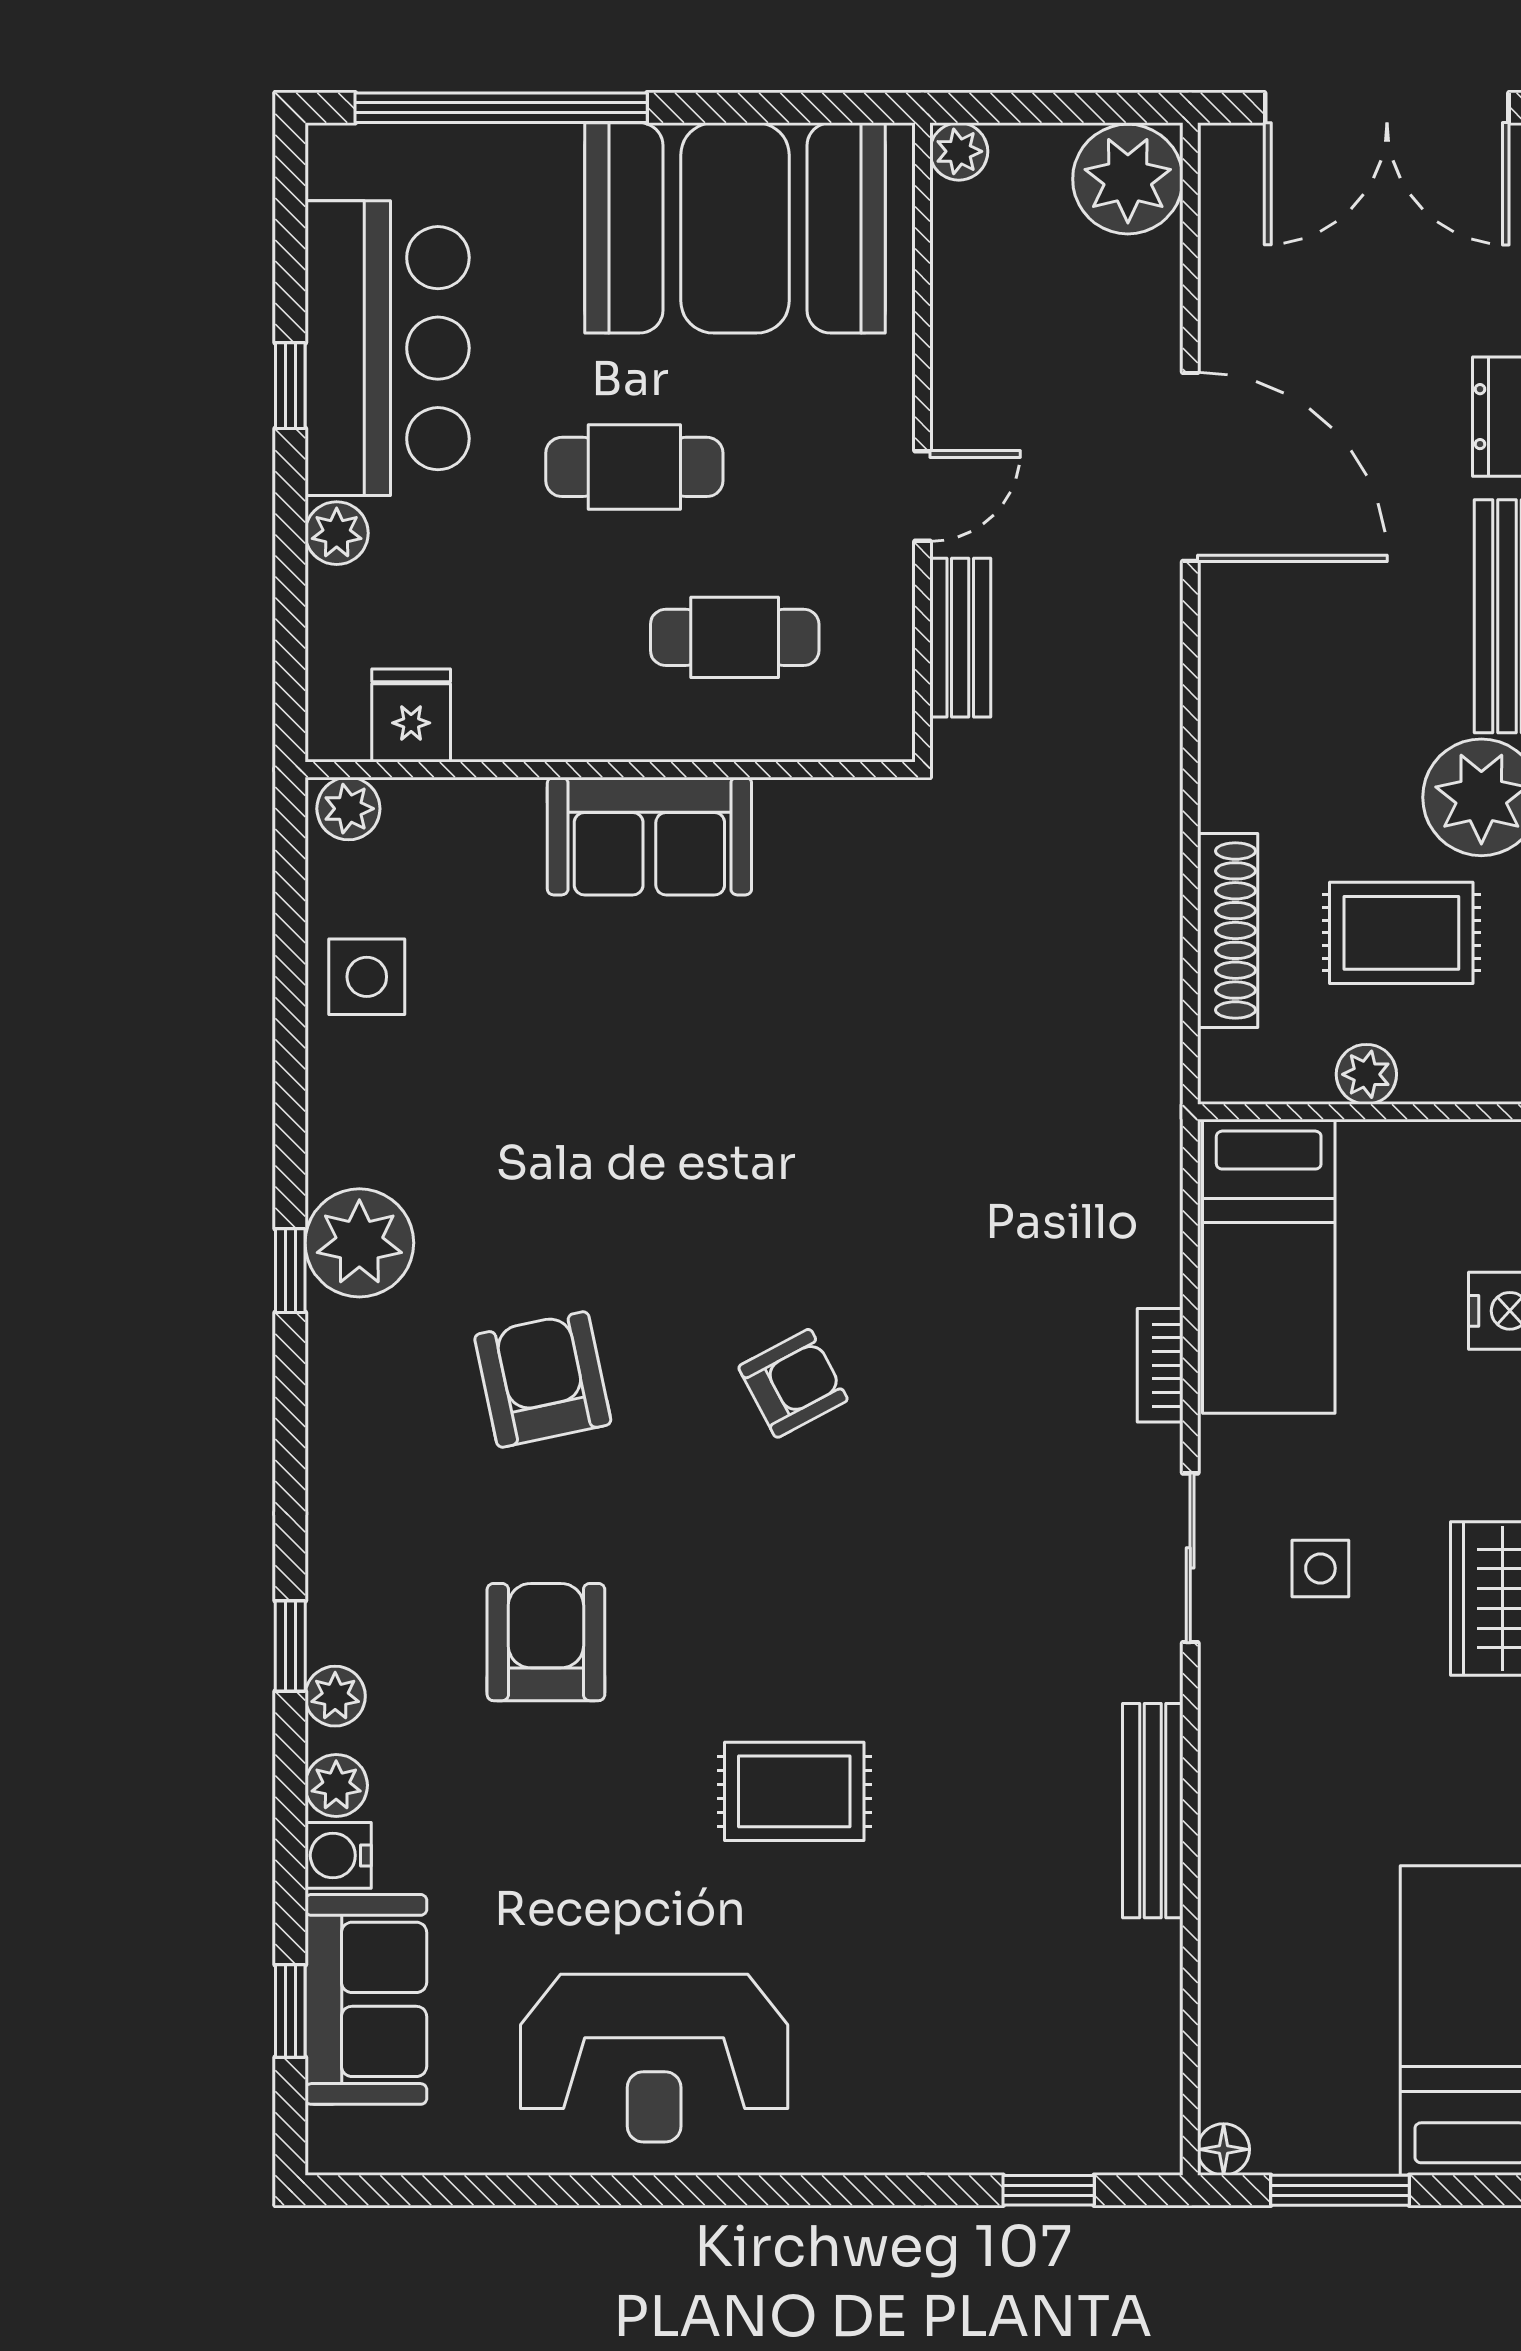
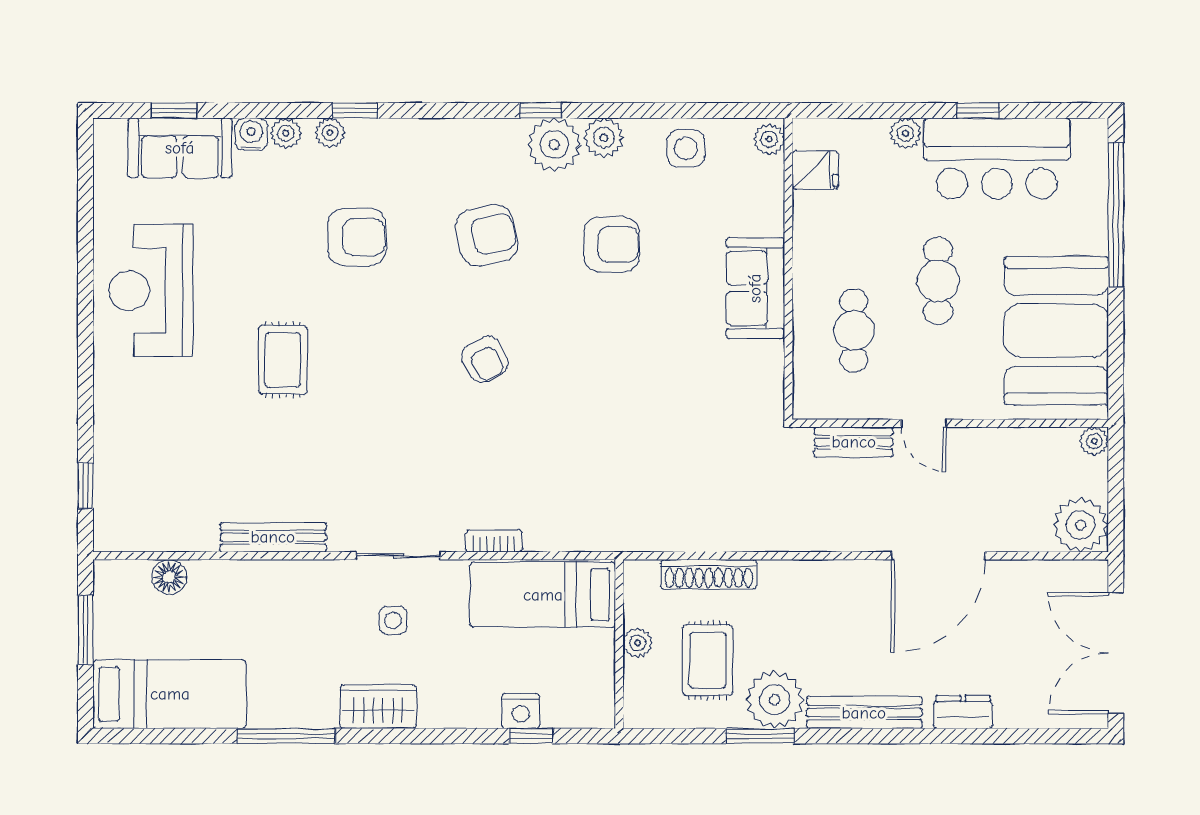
armchair: (561, 1127) -> (611, 244), added
plant: (345, 1143) -> (604, 138), added
floor lamp: (1224, 2149) -> (169, 577), moved, width x1.37, depth x1.37

